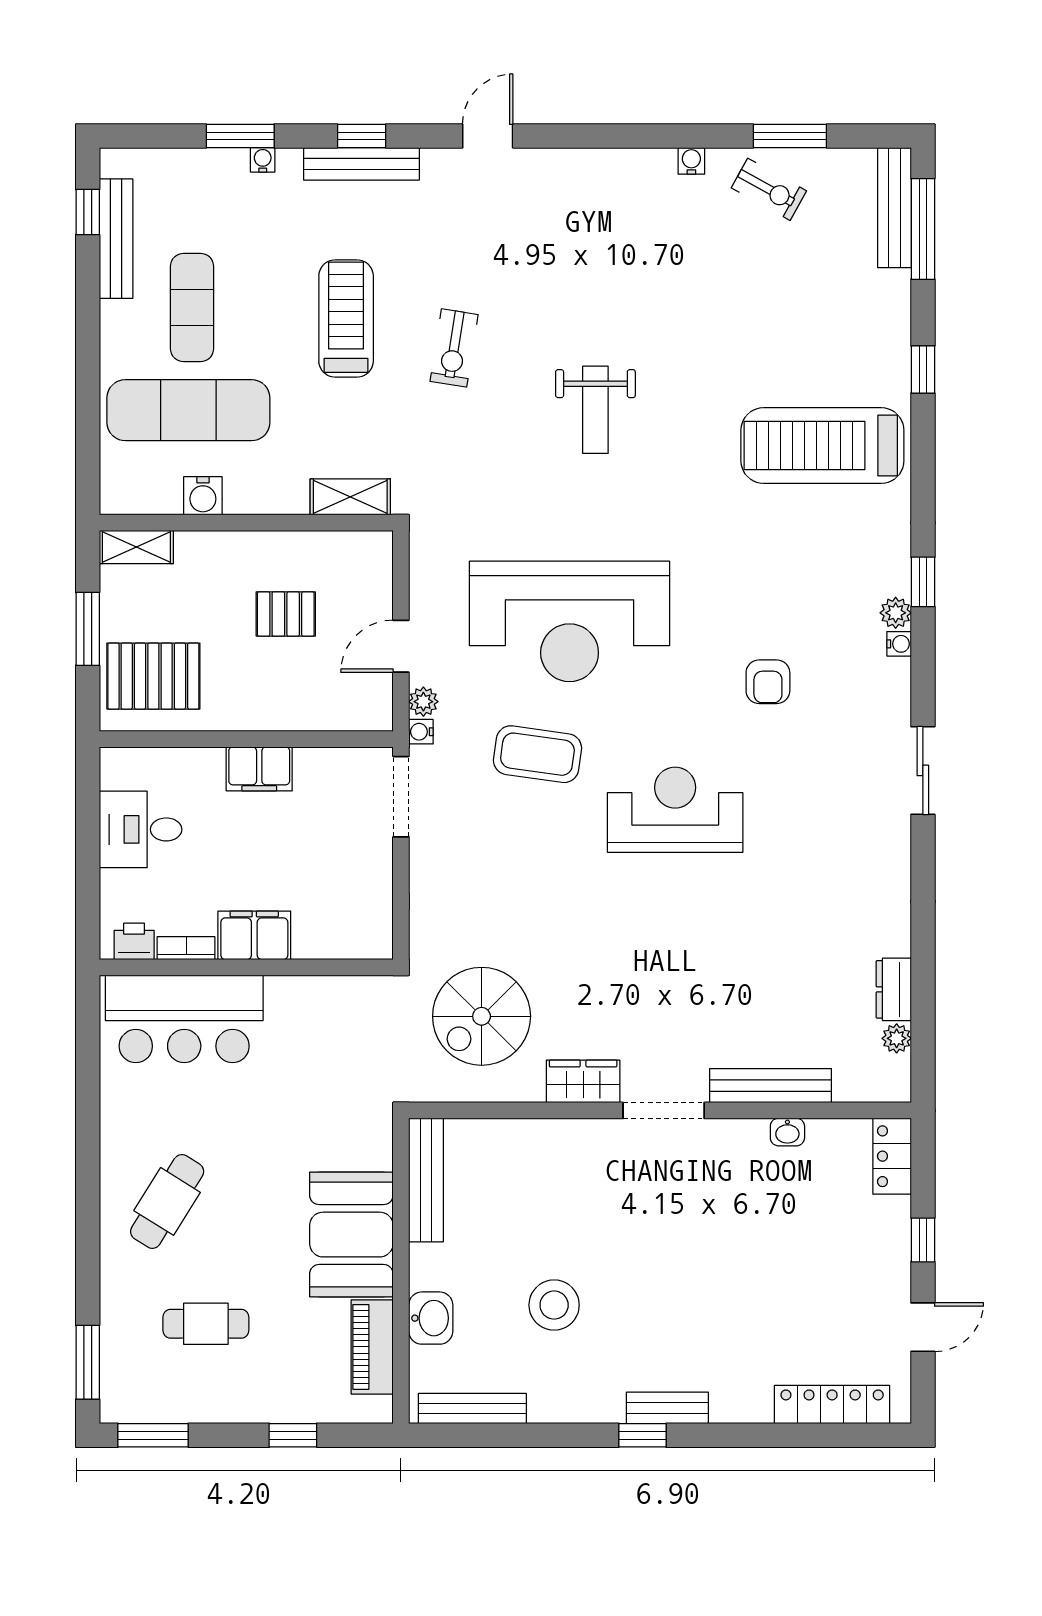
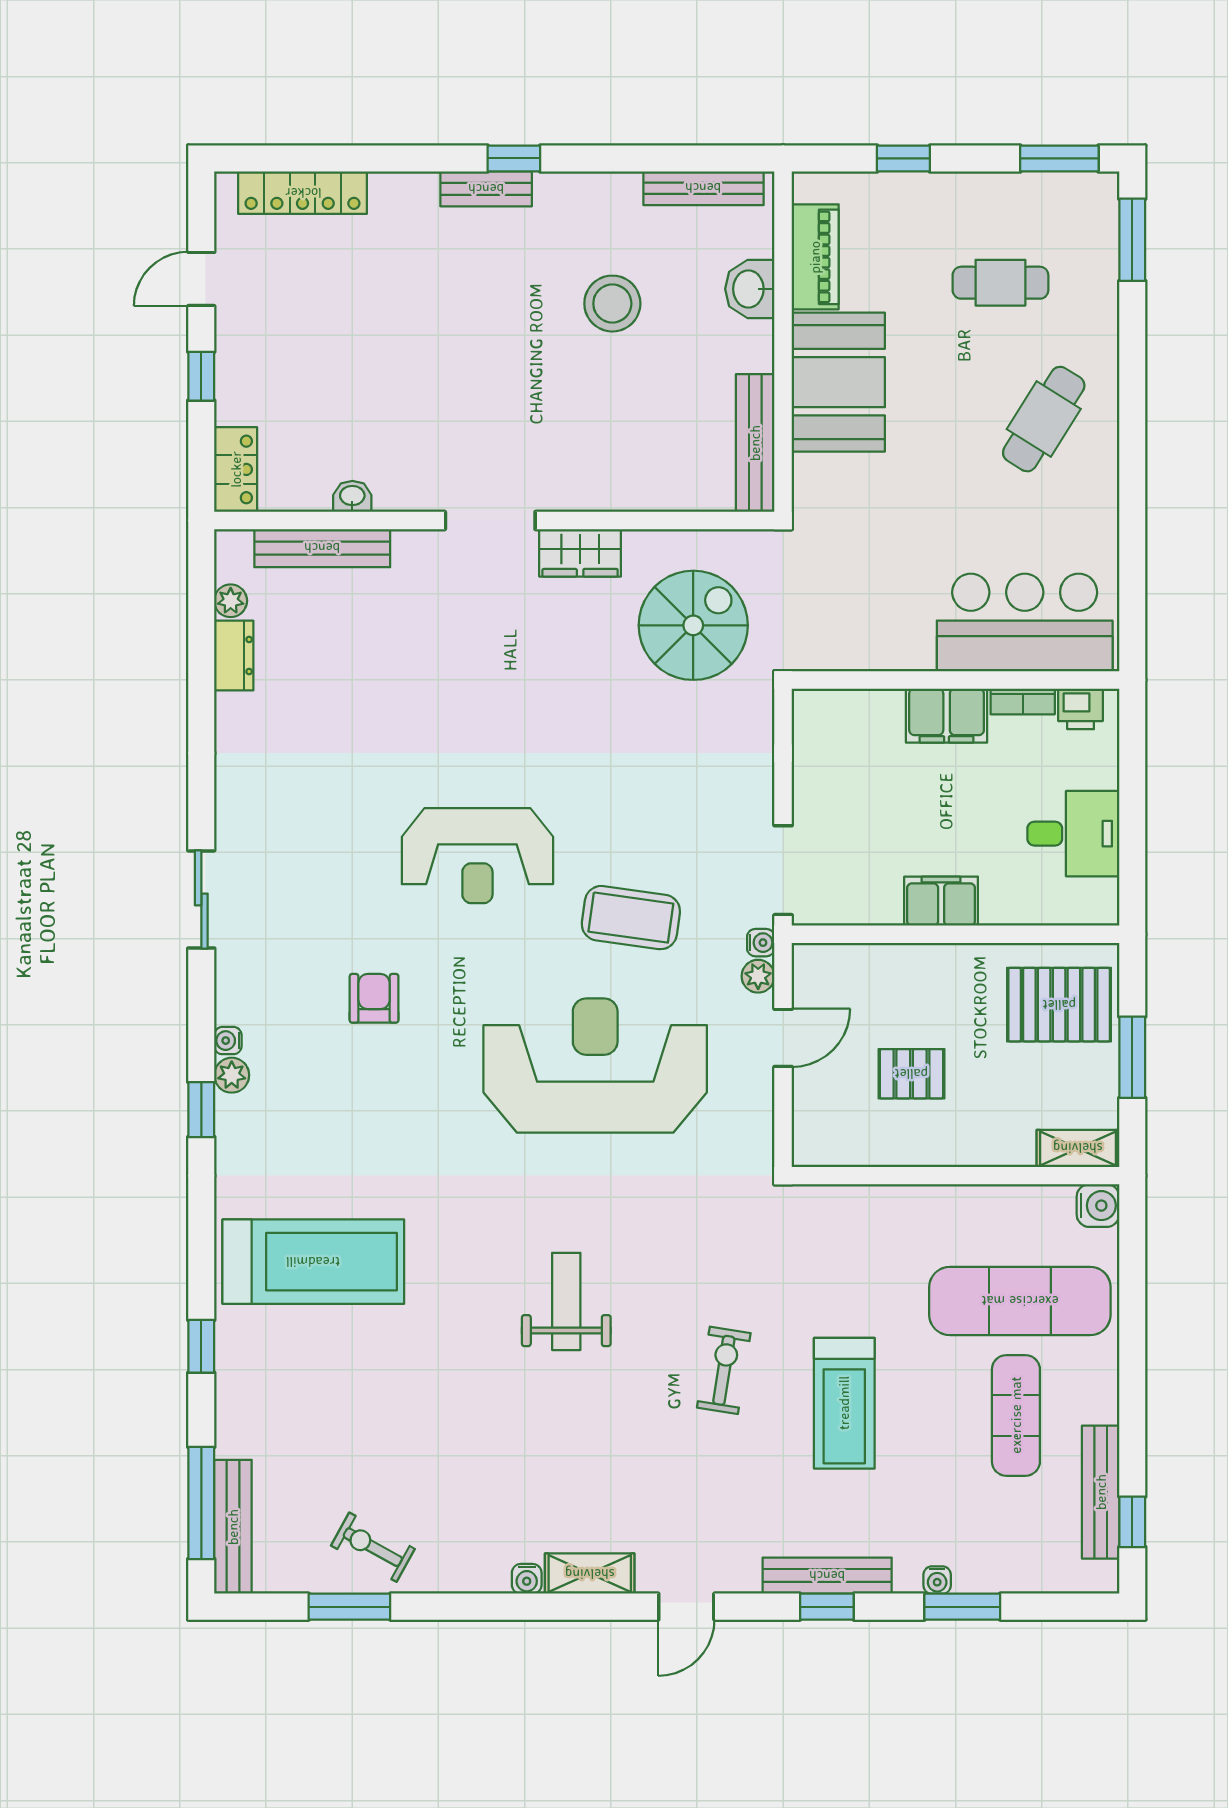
water cooler: (691, 161) -> (527, 1579), moved
water cooler: (203, 496) -> (1098, 1206), moved, turned 90
shelving: (350, 497) -> (590, 1574), moved
bench: (770, 1086) -> (322, 548), moved

